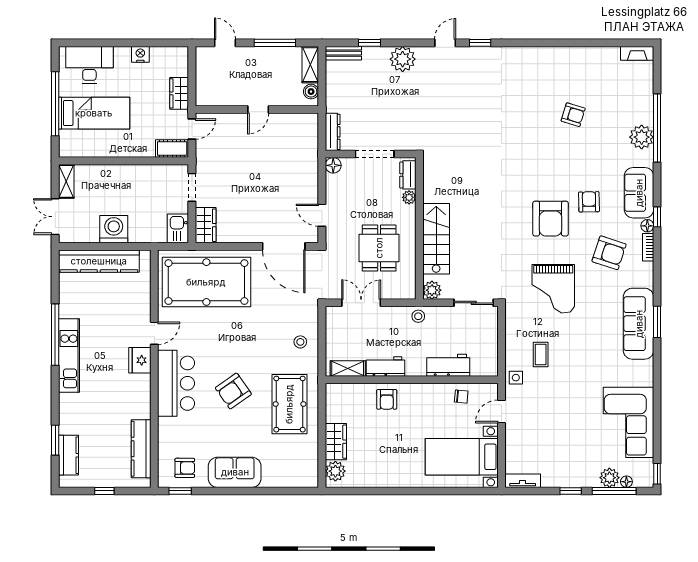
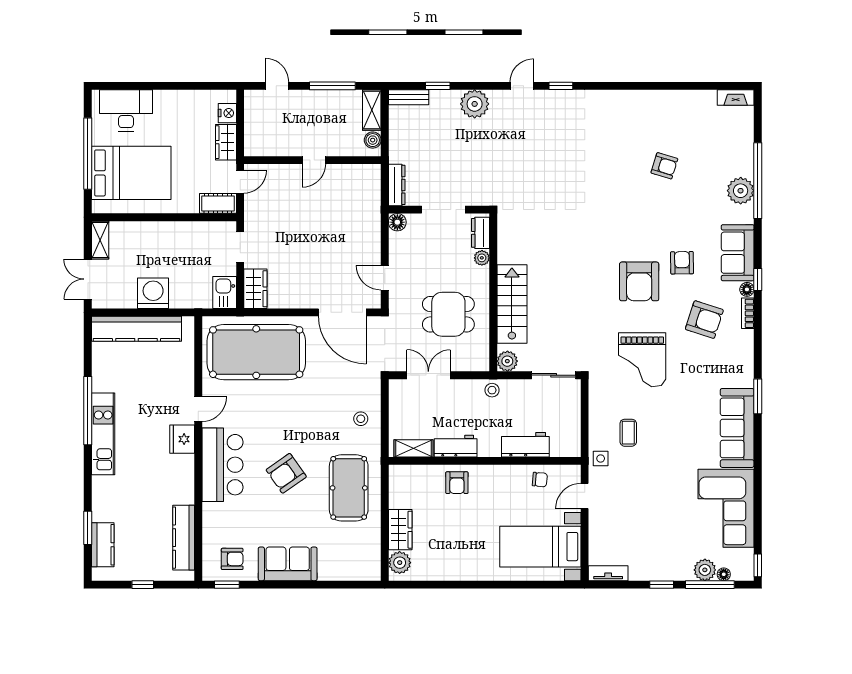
nightstand: (140, 54) -> (227, 113), moved, turned 90
bed: (94, 113) -> (131, 173), width x1.50
dining table: (379, 248) -> (448, 314), turned 90
sofa: (639, 324) -> (737, 428), moved

